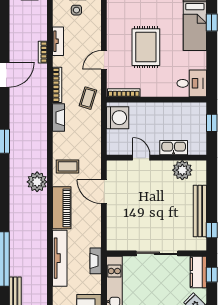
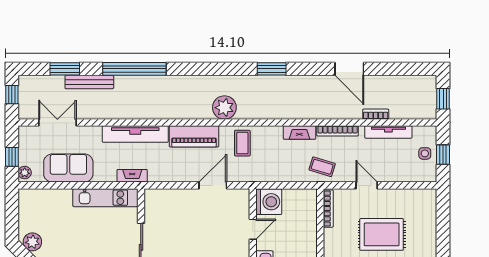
tv unit: (58, 41) -> (388, 132), width x1.41
washing machine: (118, 118) -> (269, 202), moved, turned -90

